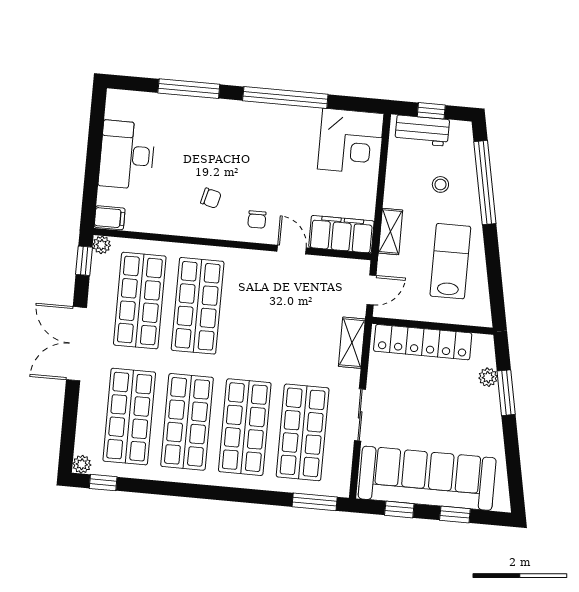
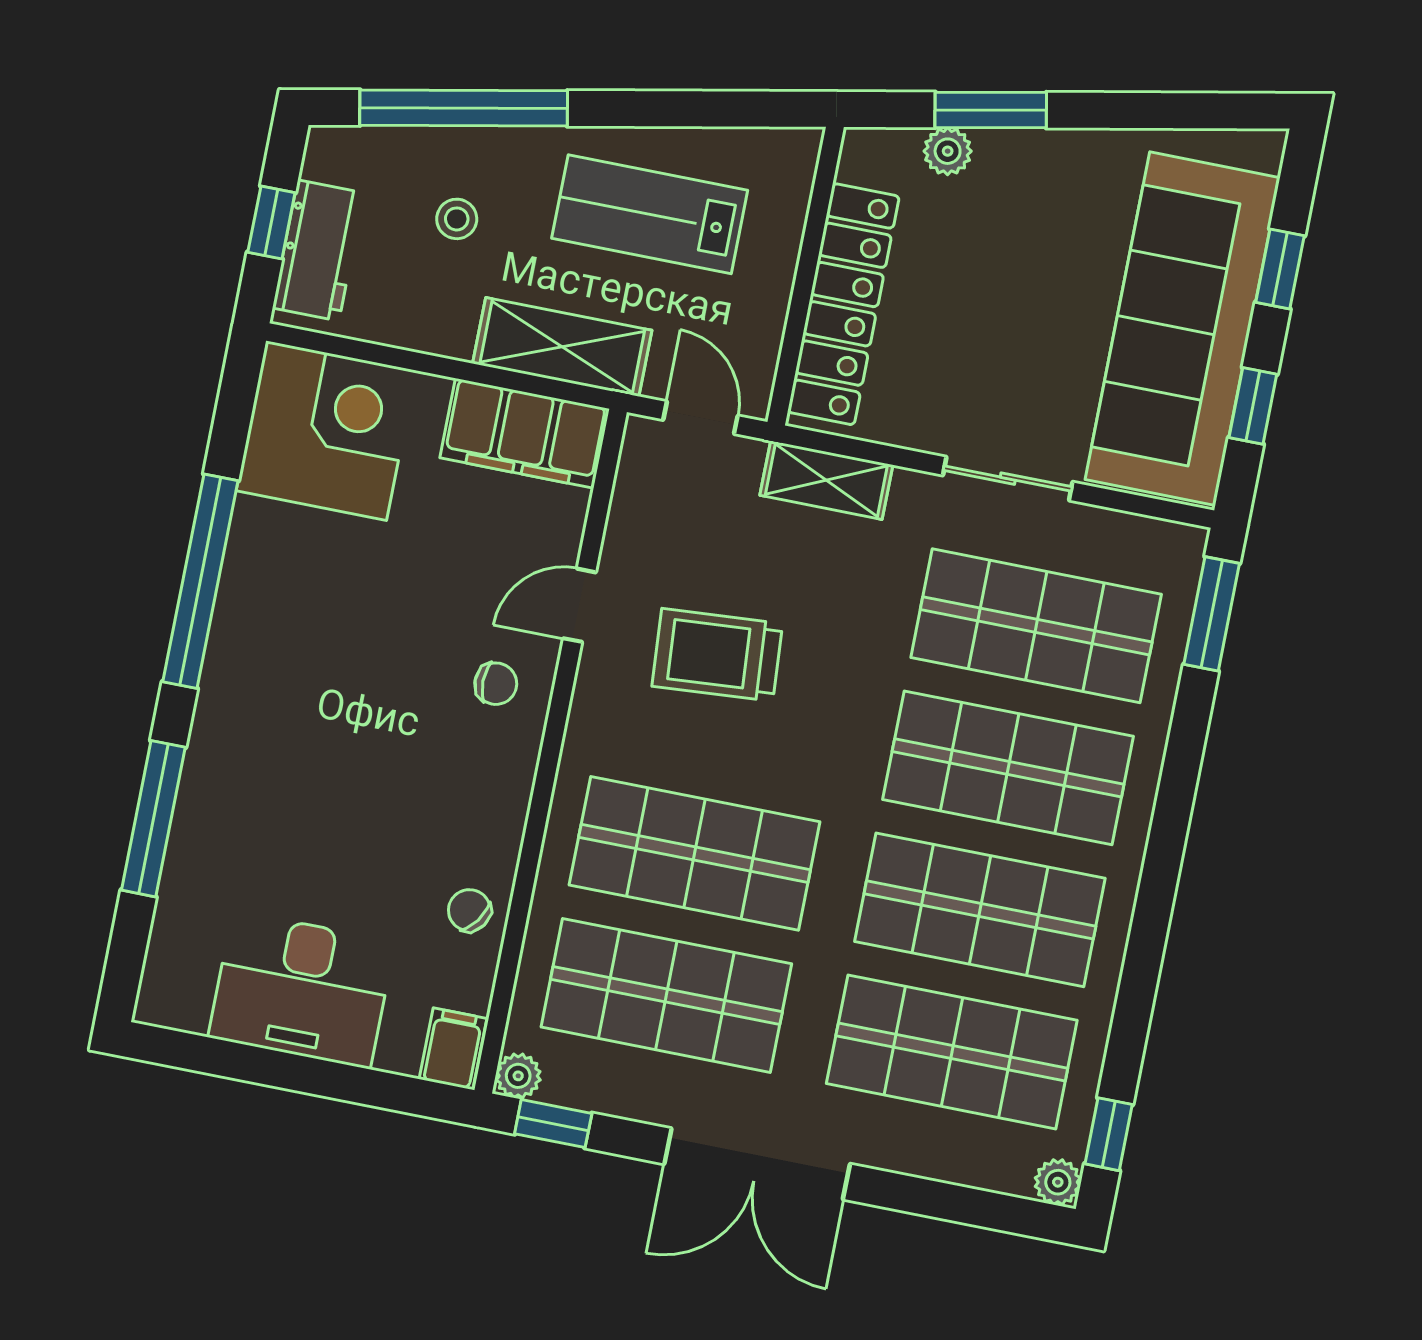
chair: (211, 198) -> (469, 910), moved, turned -69
shelving: (390, 232) -> (562, 347), width x1.50, depth x1.33
filing cabinet: (341, 234) -> (525, 433), moved, turned -90
trolley: (278, 307) -> (717, 655), added

